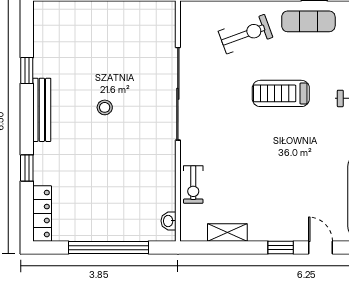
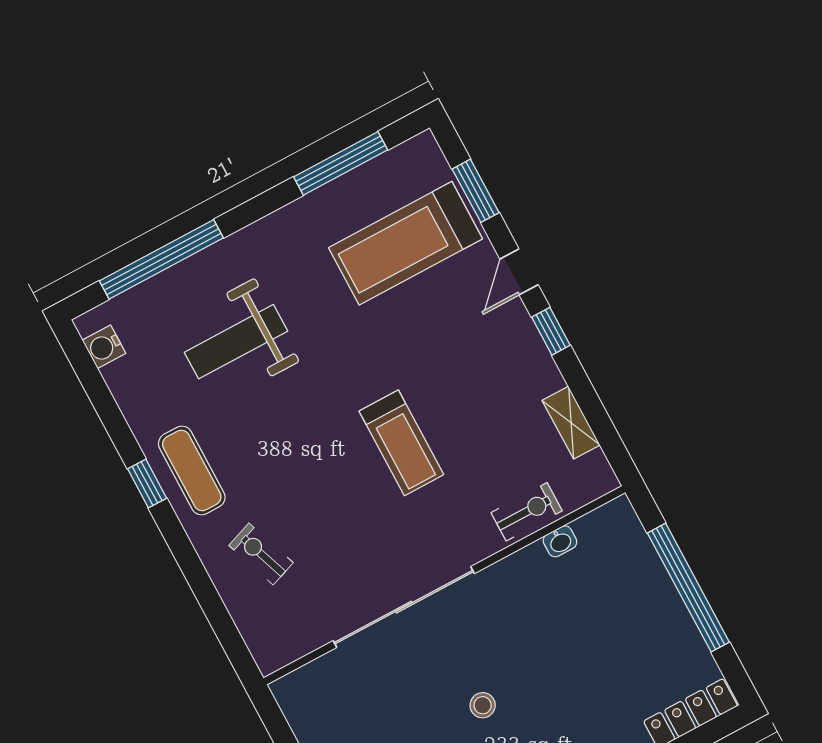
exercise bike: (246, 34) -> (261, 554), width x0.73, depth x0.72
treadmill: (281, 93) -> (401, 443), moved
washbasin: (169, 221) -> (560, 541), moved

